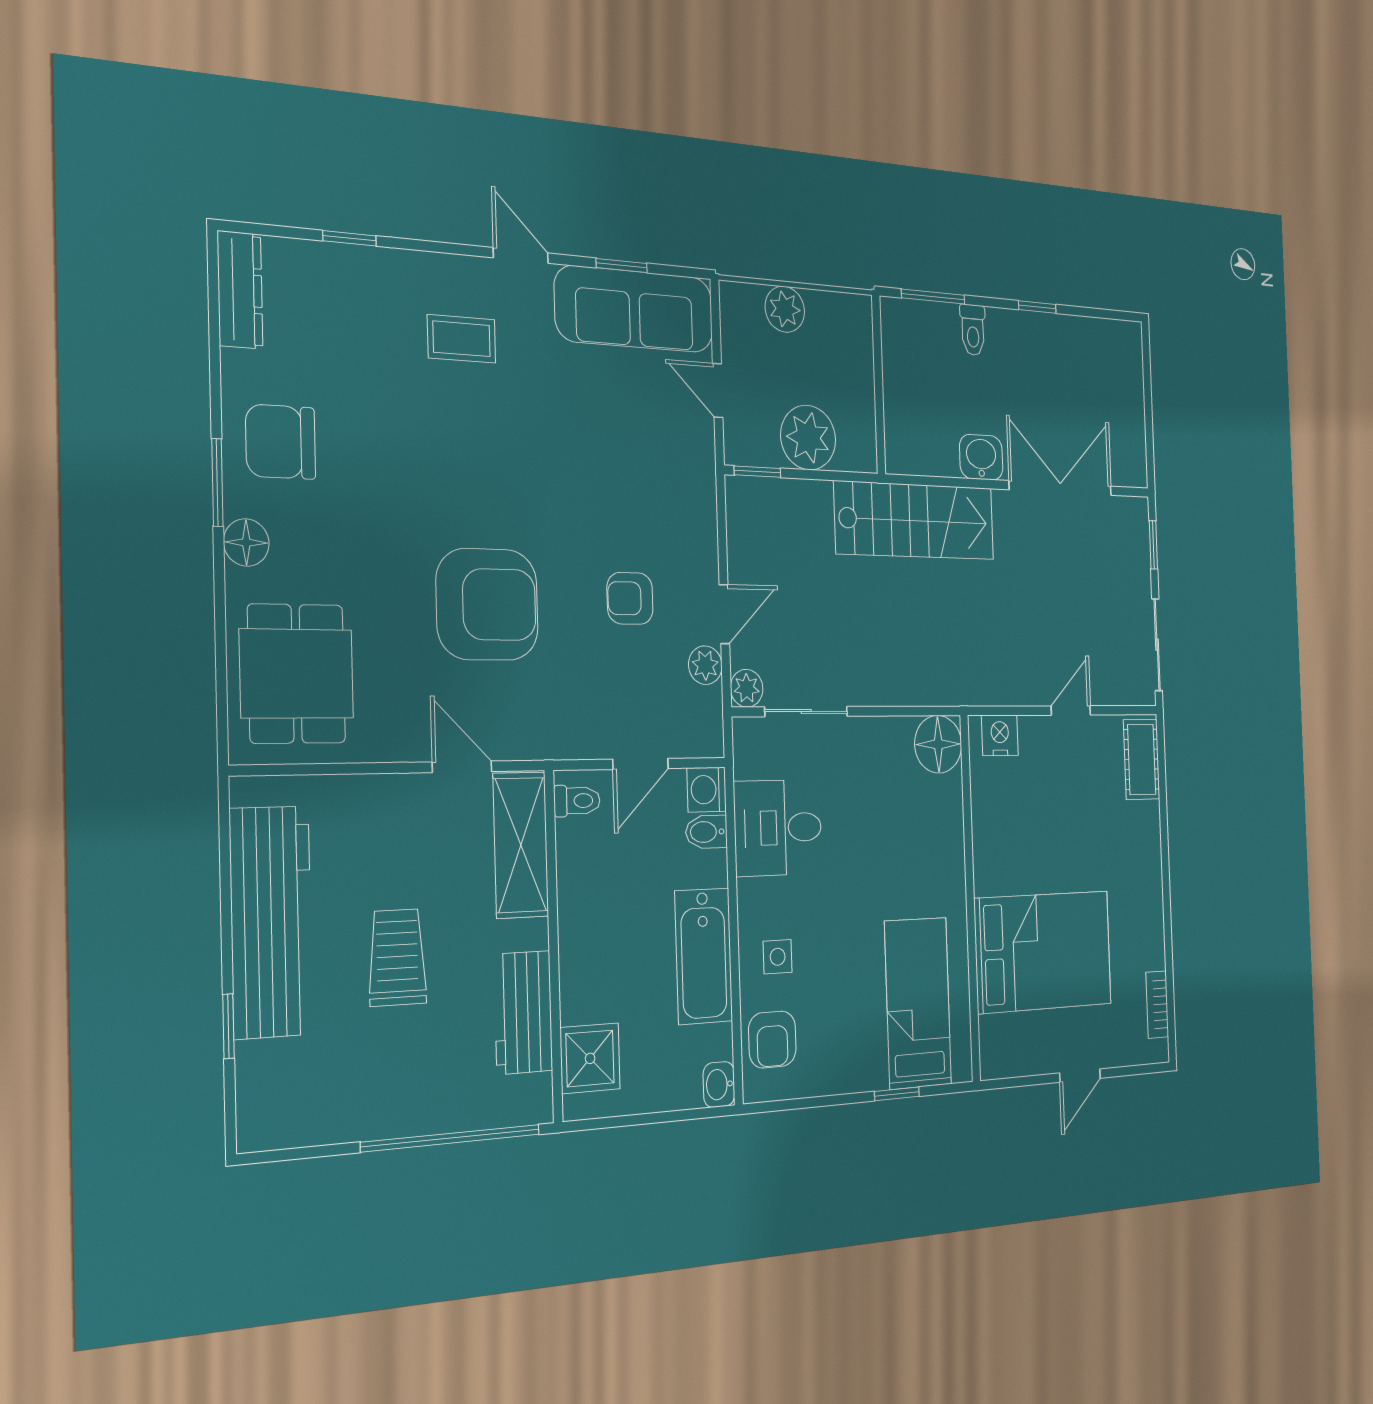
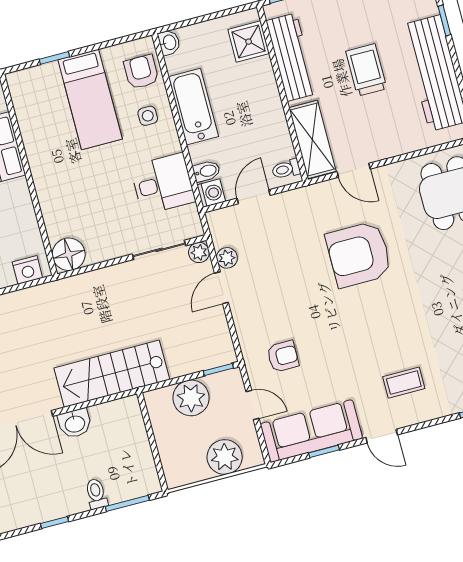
plant: (785, 309) -> (225, 457), width x1.36, depth x1.36
armchair: (630, 598) -> (283, 356), moved
trolley: (397, 957) -> (366, 70), turned 180
bed: (918, 1003) -> (90, 99), moved
workbench: (523, 1012) -> (292, 57), width x1.38

